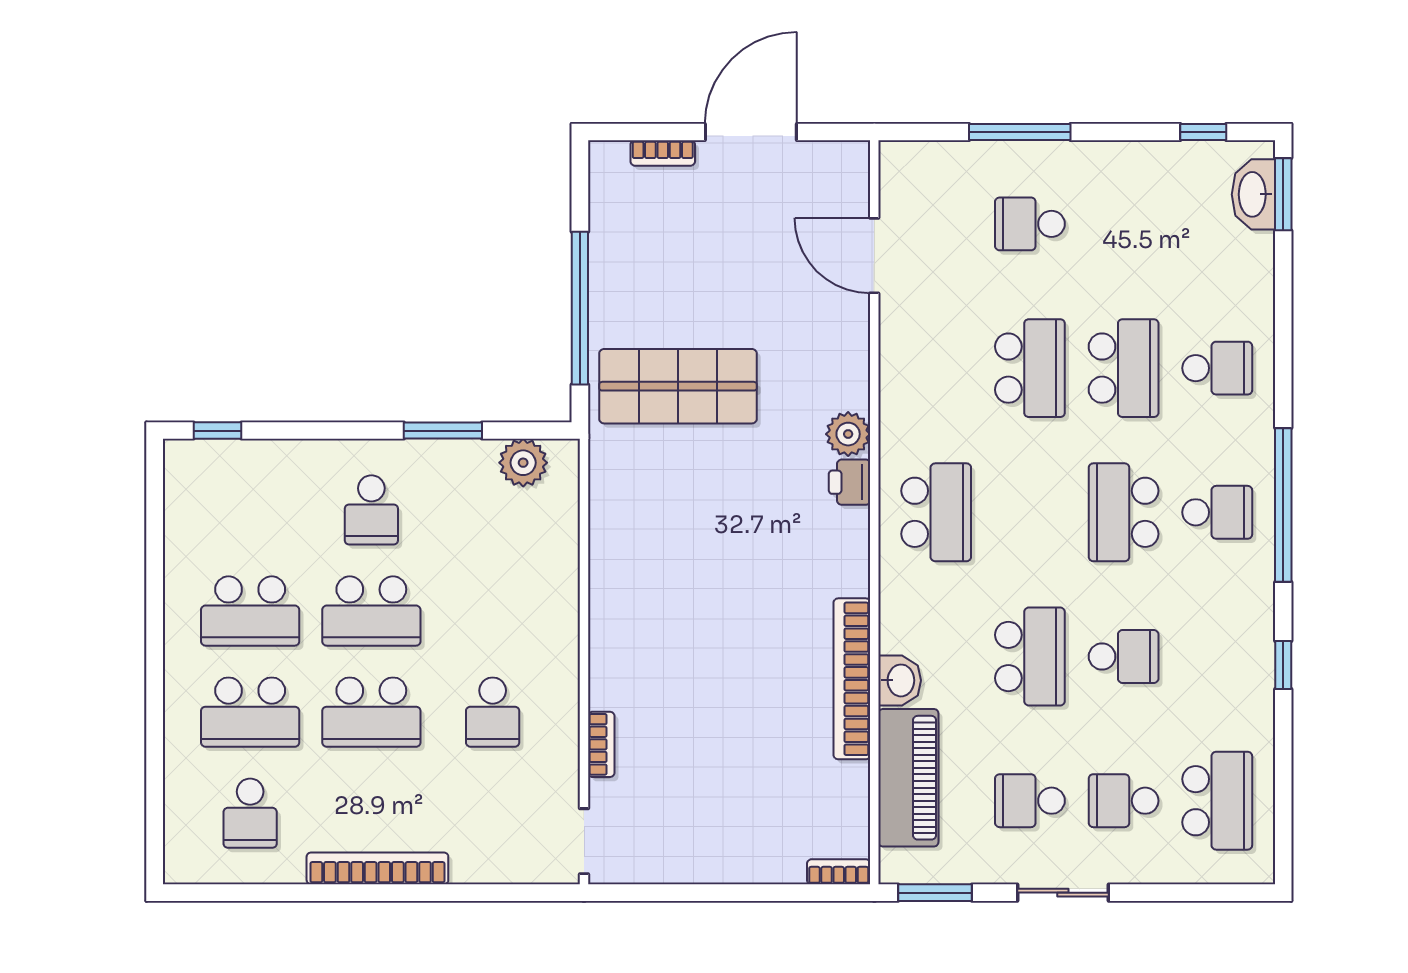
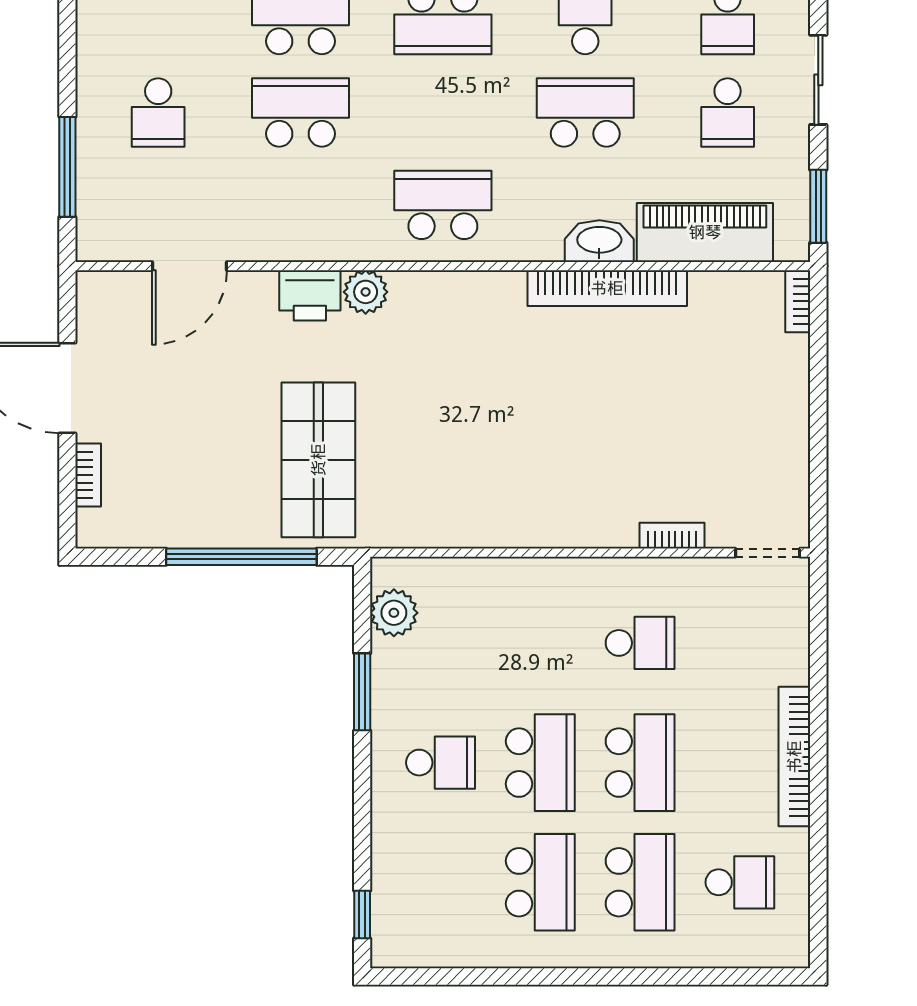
window: (1020, 132) -> (67, 167), moved
printer: (850, 482) -> (310, 295), moved, width x1.36, depth x1.24
washbasin: (900, 680) -> (599, 241), width x1.38

